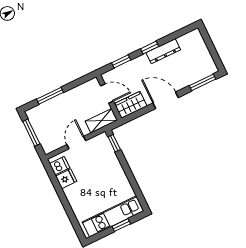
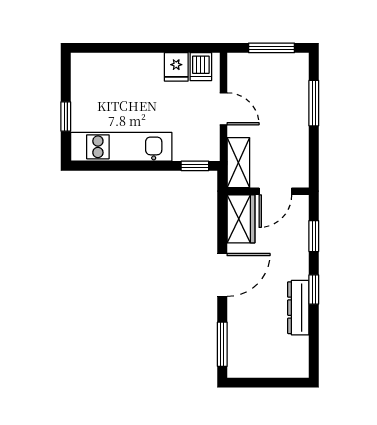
kitchen unit: (113, 216) -> (121, 147), moved, turned -90

